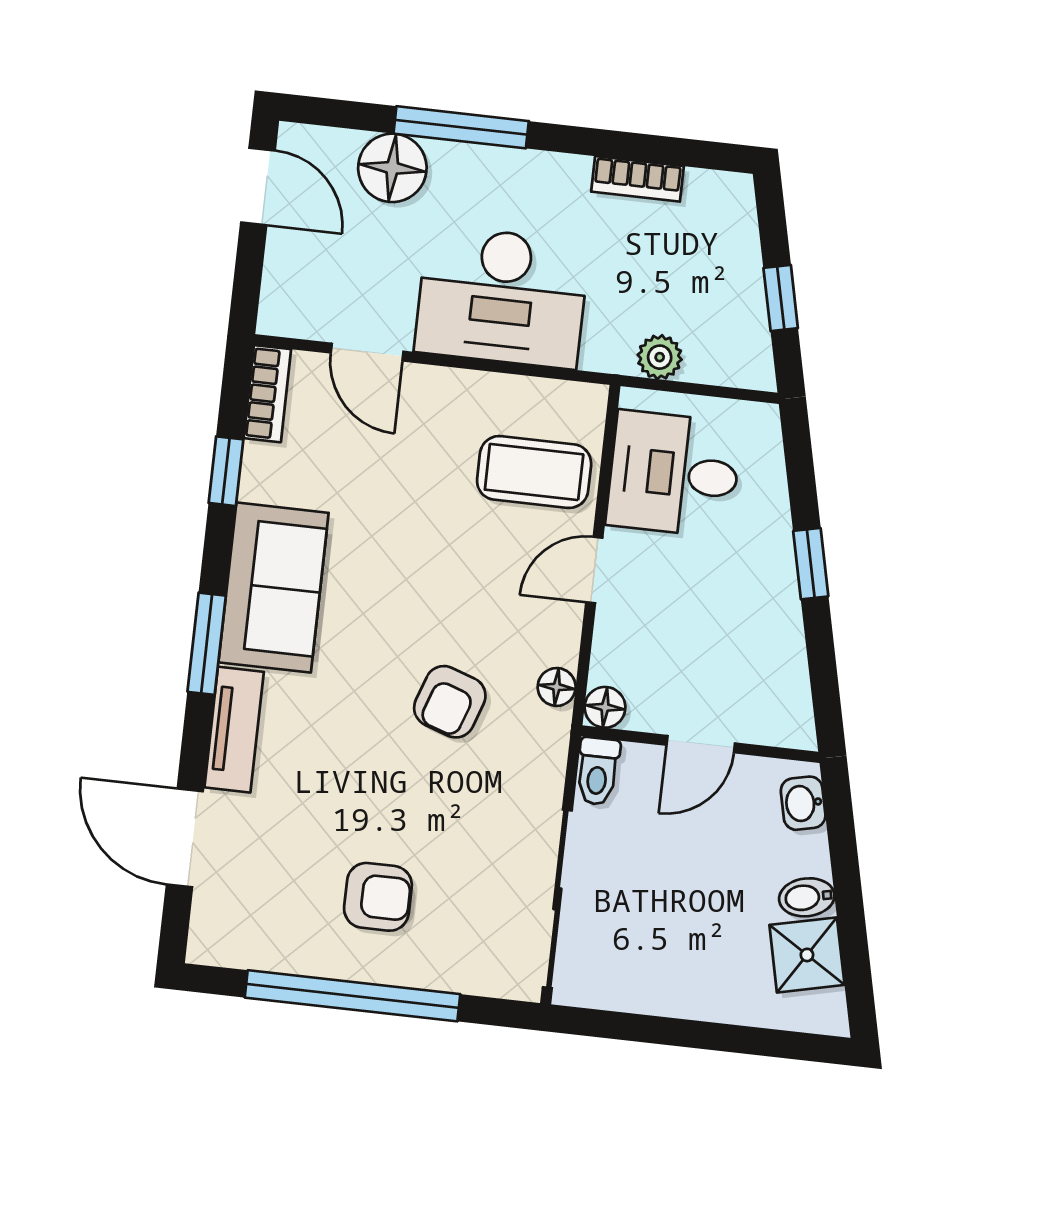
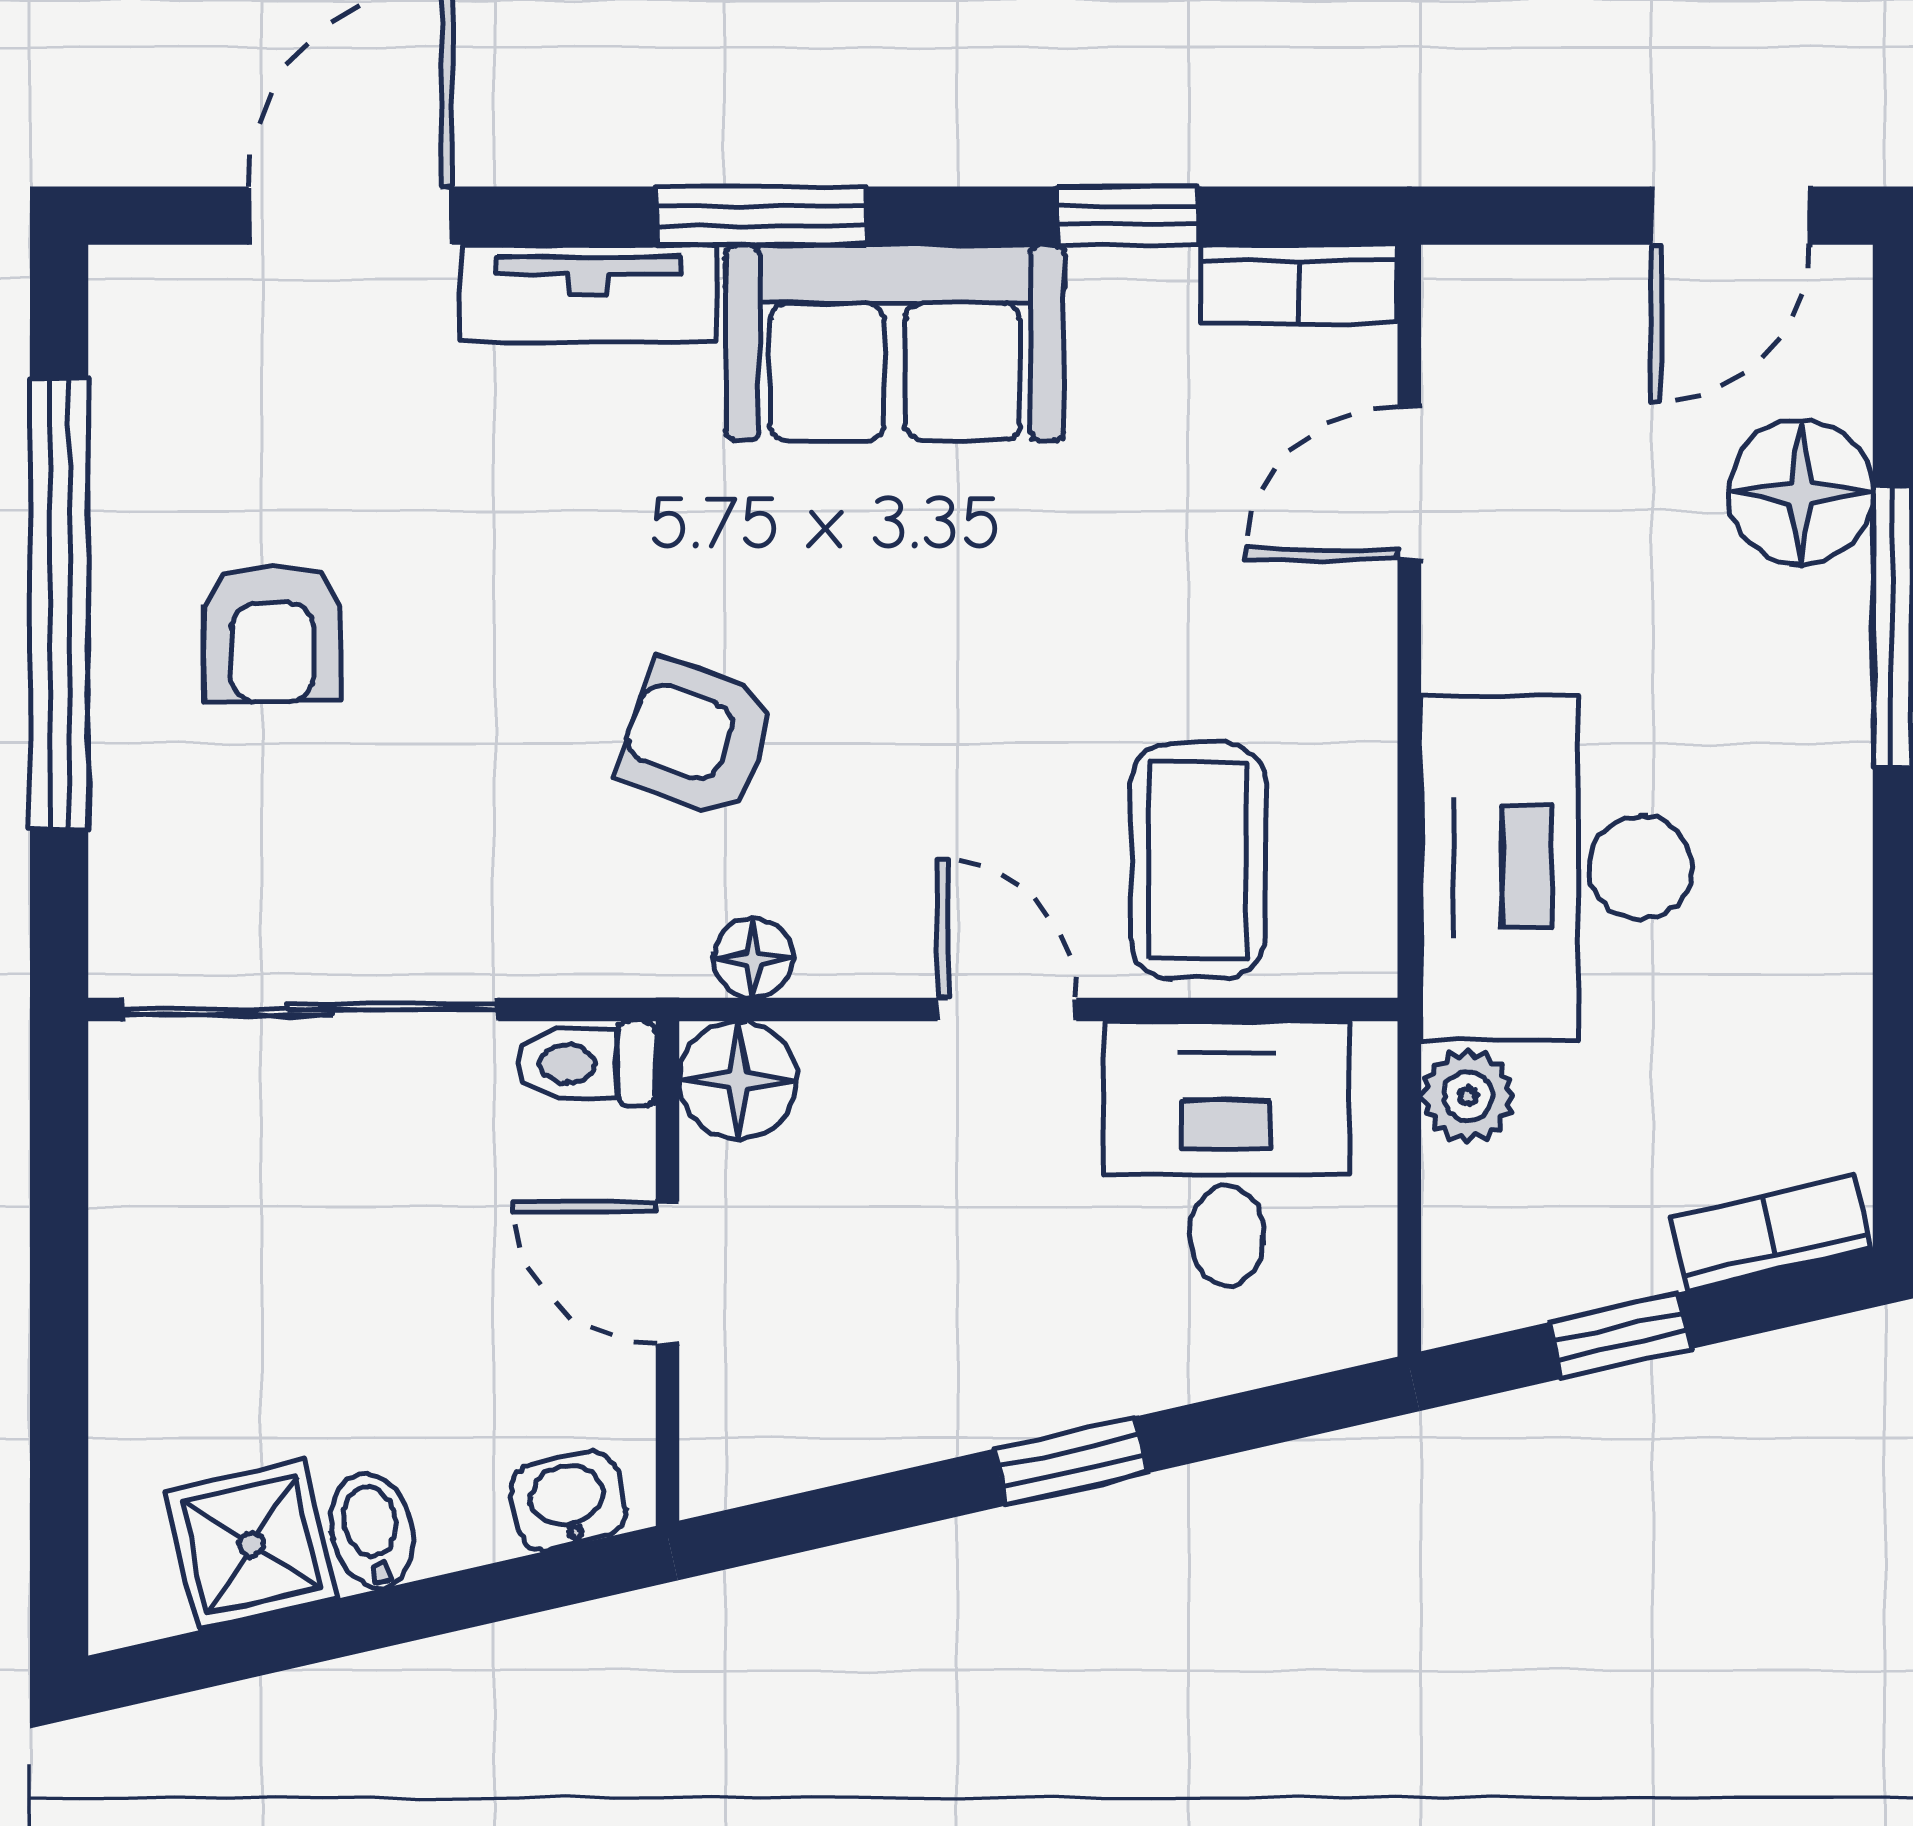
bookcase: (637, 179) -> (1770, 1233), moved, turned 77
desk: (502, 297) -> (1557, 868), moved
floor lamp: (605, 707) -> (738, 1080), width x1.37, depth x1.37

